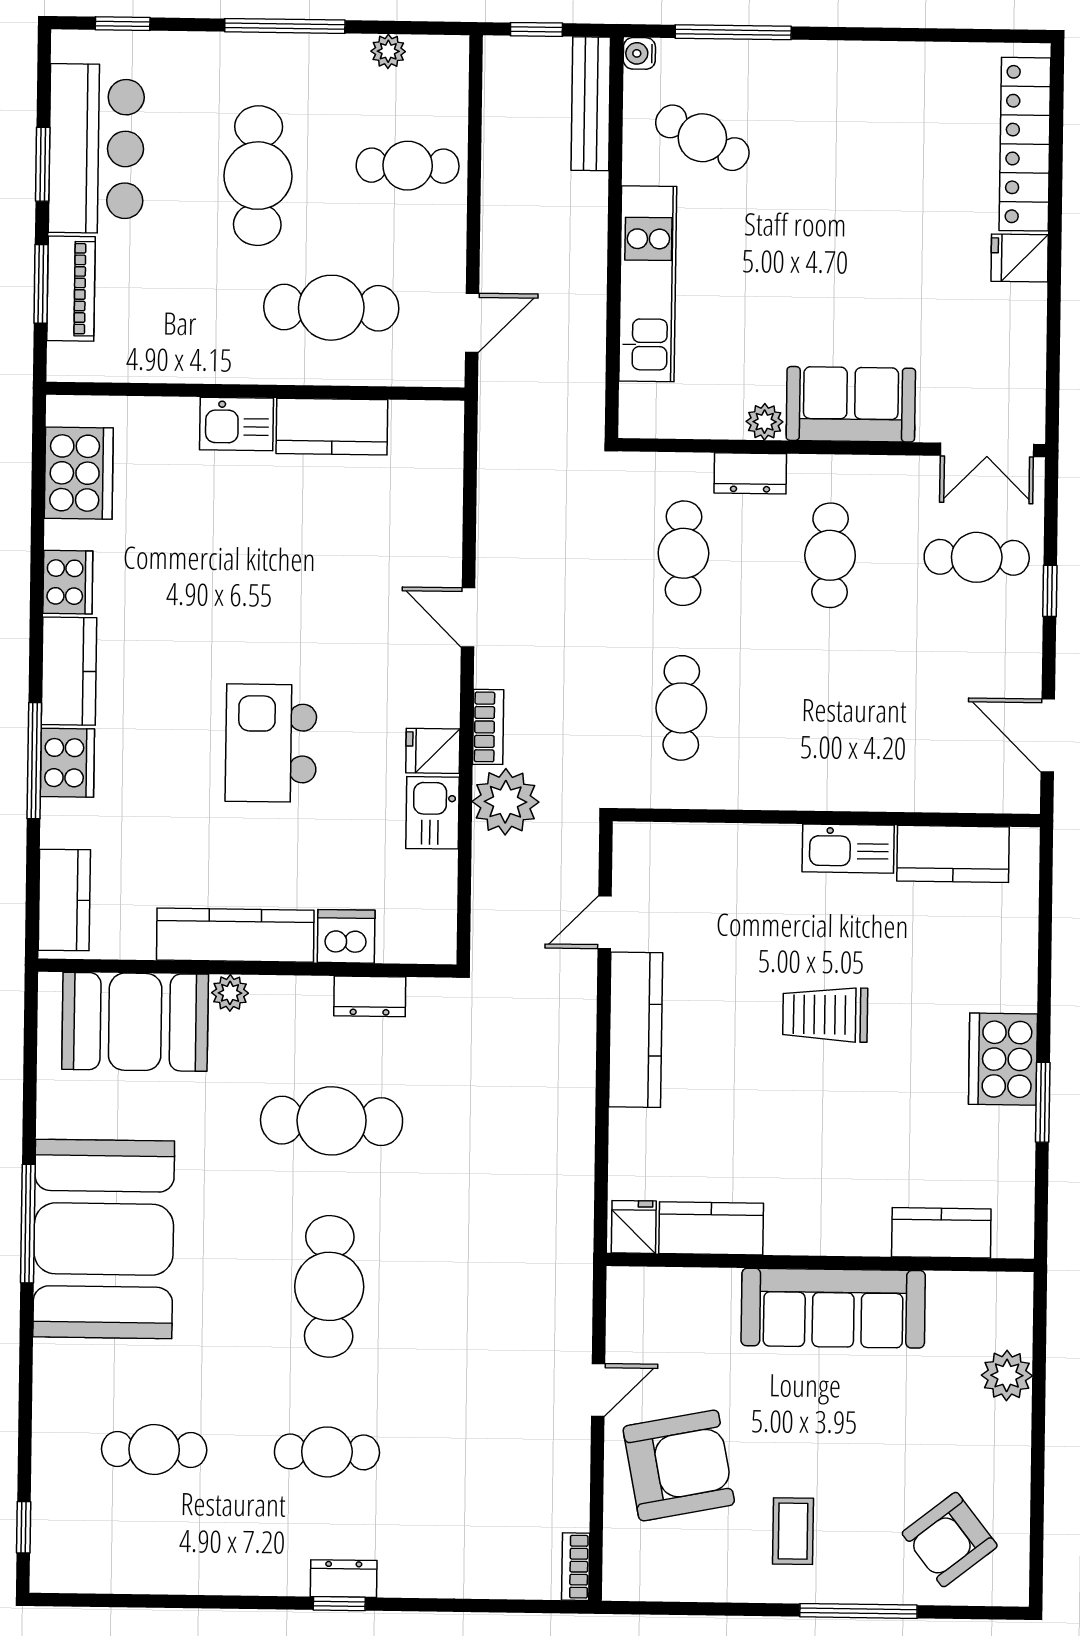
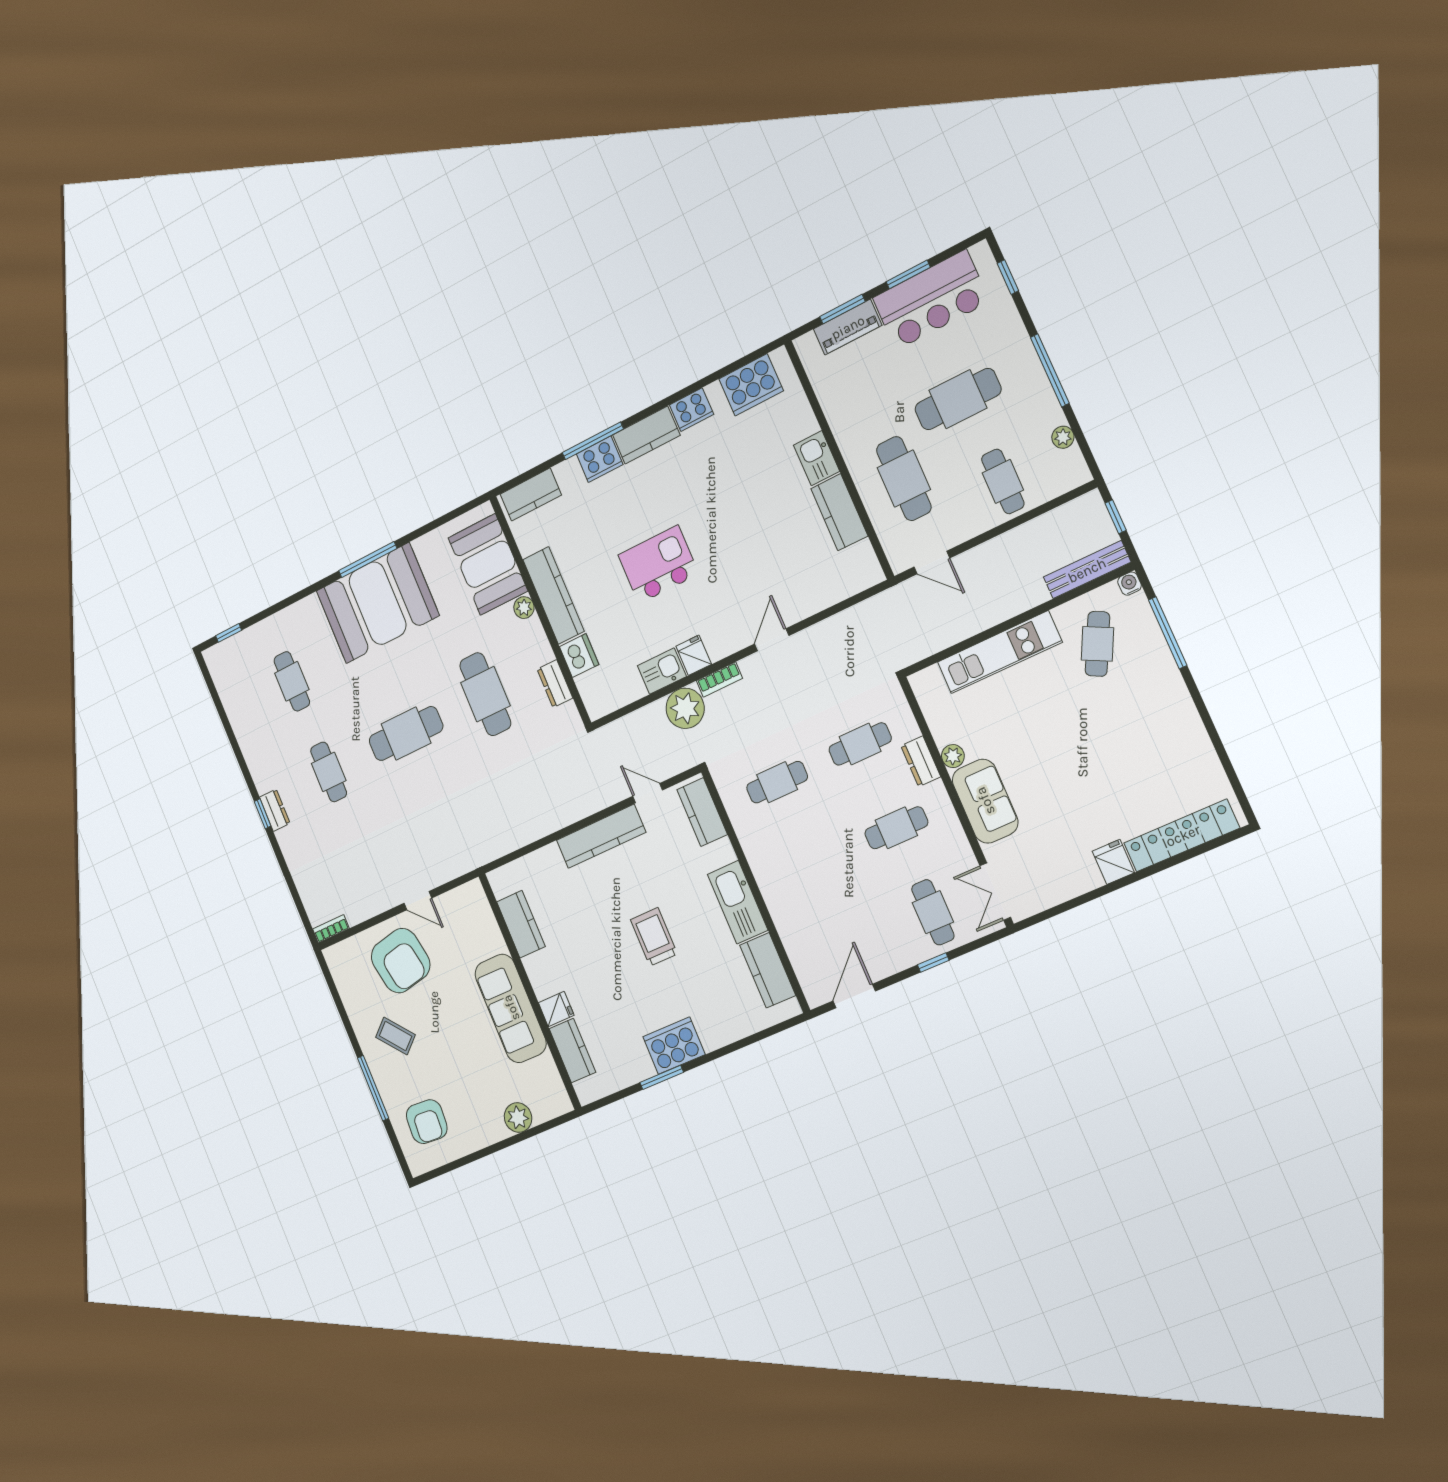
kitchen counter: (672, 848) -> (702, 812), added
kitchen sink: (848, 849) -> (738, 902), width x1.36, depth x1.24
fridge: (634, 1227) -> (556, 1009), moved
coffee table: (793, 1531) -> (395, 1036), turned 49
armchair: (950, 1540) -> (427, 1122), turned -138

